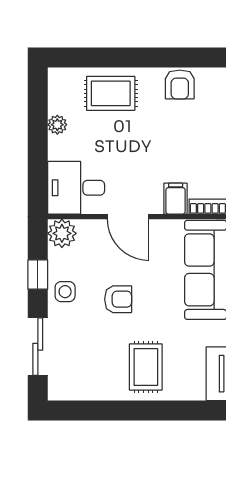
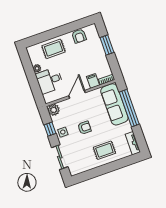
desk: (76, 188) -> (50, 80), moved
door: (128, 217) -> (77, 94), swing flipped
rug: (146, 367) -> (104, 150), turned 90

